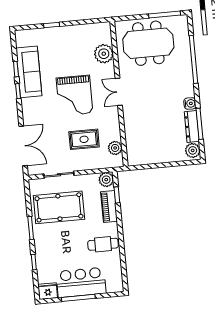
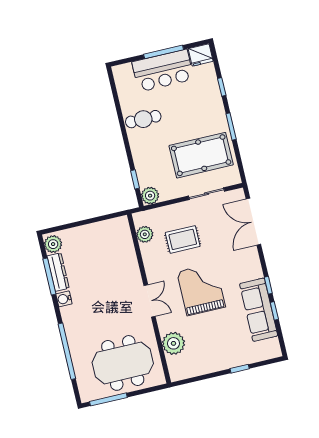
piano: (109, 207) -> (142, 164), removed

